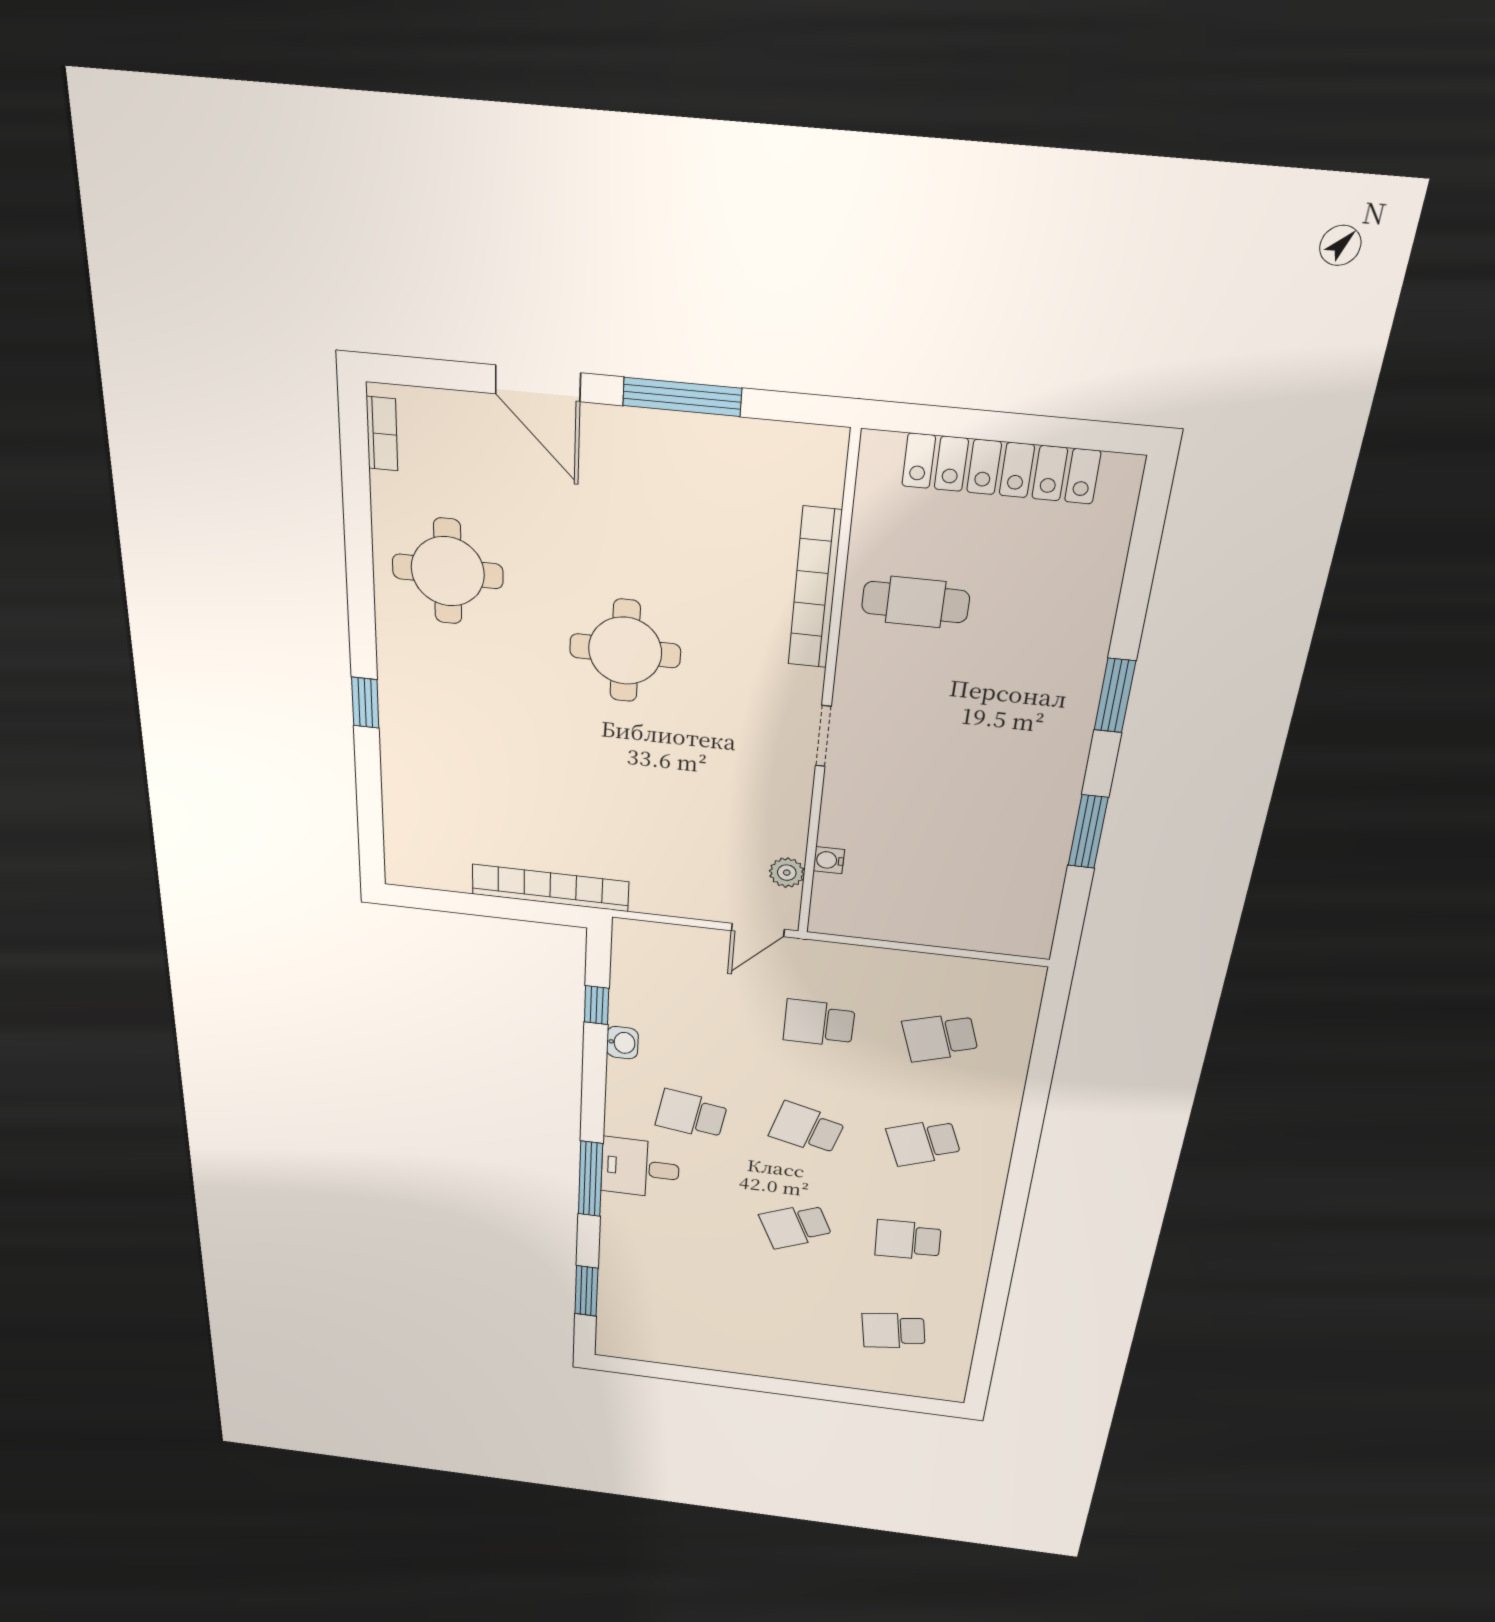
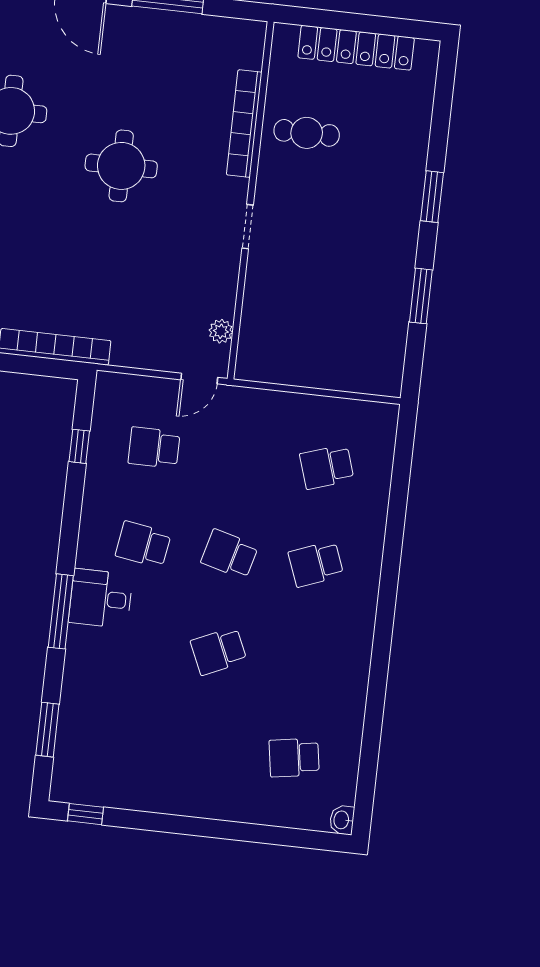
water cooler: (829, 860) -> (250, 321), removed
school desk: (819, 1023) -> (154, 448), moved
washbasin: (622, 1043) -> (342, 820), moved, turned 180
school desk: (908, 1240) -> (305, 661), removed
window: (640, 1368) -> (85, 814), added

